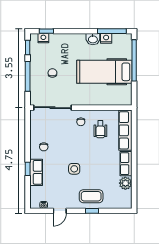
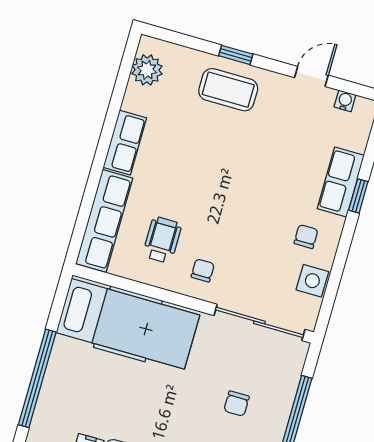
hospital bed: (104, 72) -> (128, 324), moved
side table: (74, 169) -> (312, 281), moved
plant: (125, 183) -> (147, 70), moved

